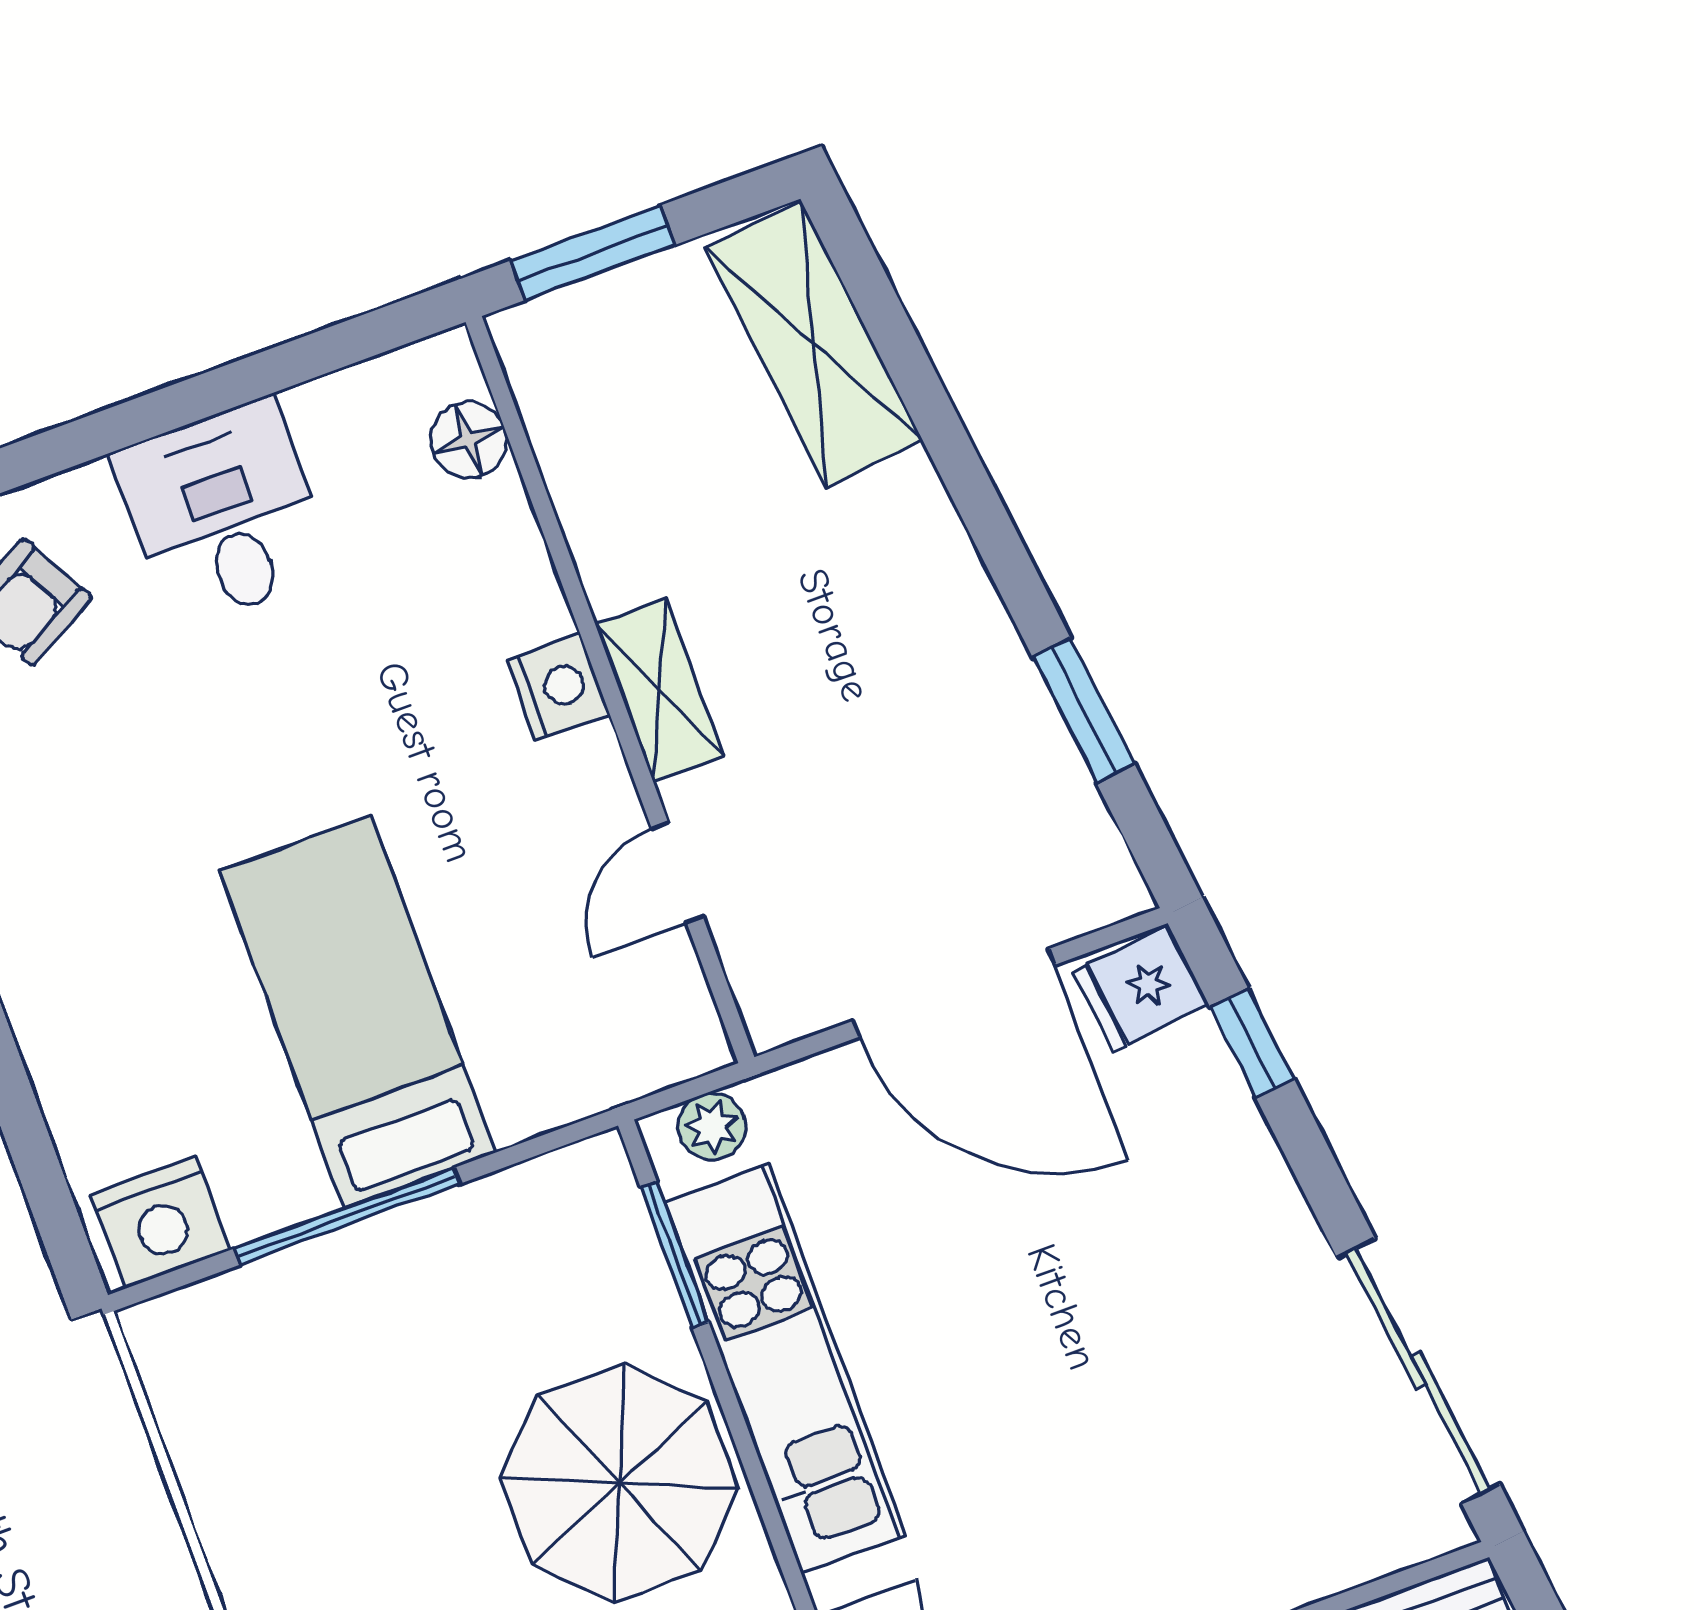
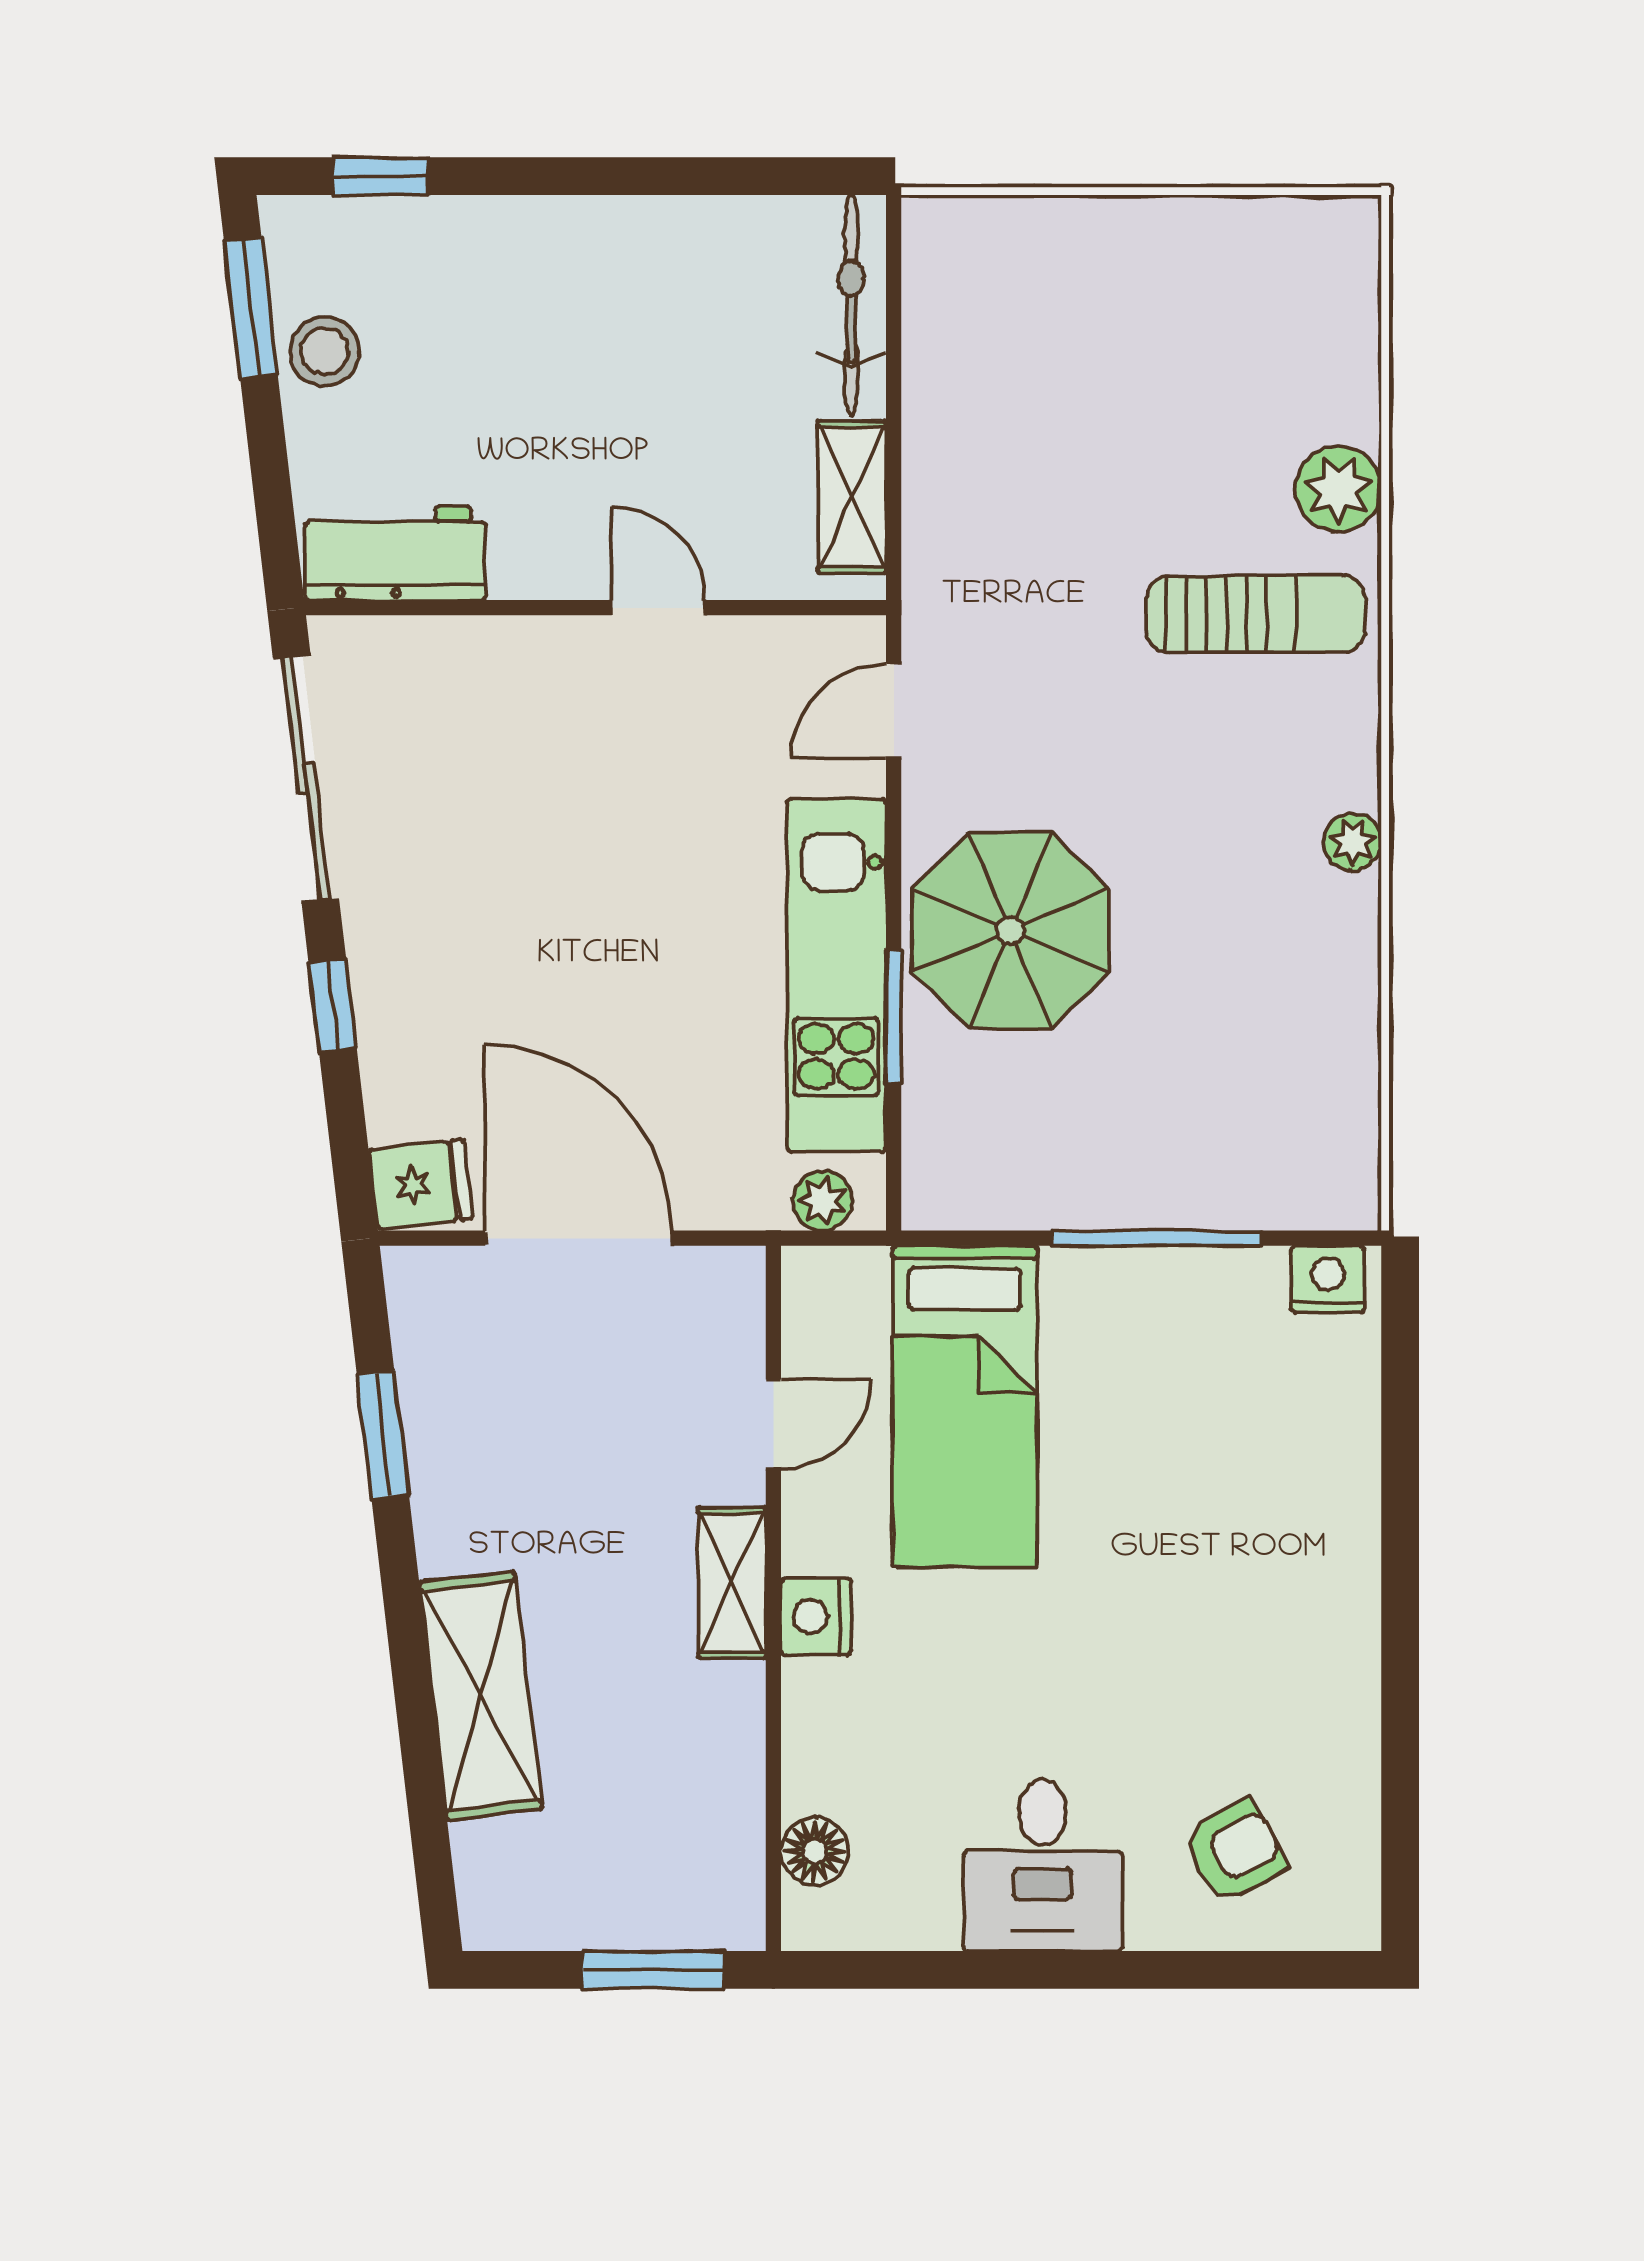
shelving: (814, 344) -> (481, 1696), moved
bed: (357, 1012) -> (965, 1406), moved
window: (1252, 1043) -> (333, 1006), moved
nightstand: (160, 1223) -> (1328, 1279), width x0.74, depth x0.75
window: (675, 1255) -> (894, 1017), moved

